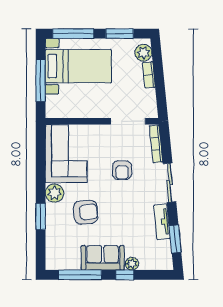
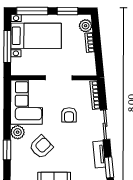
doorway: (128, 121) -> (59, 78), moved
armchair: (86, 212) -> (41, 147), turned -39

